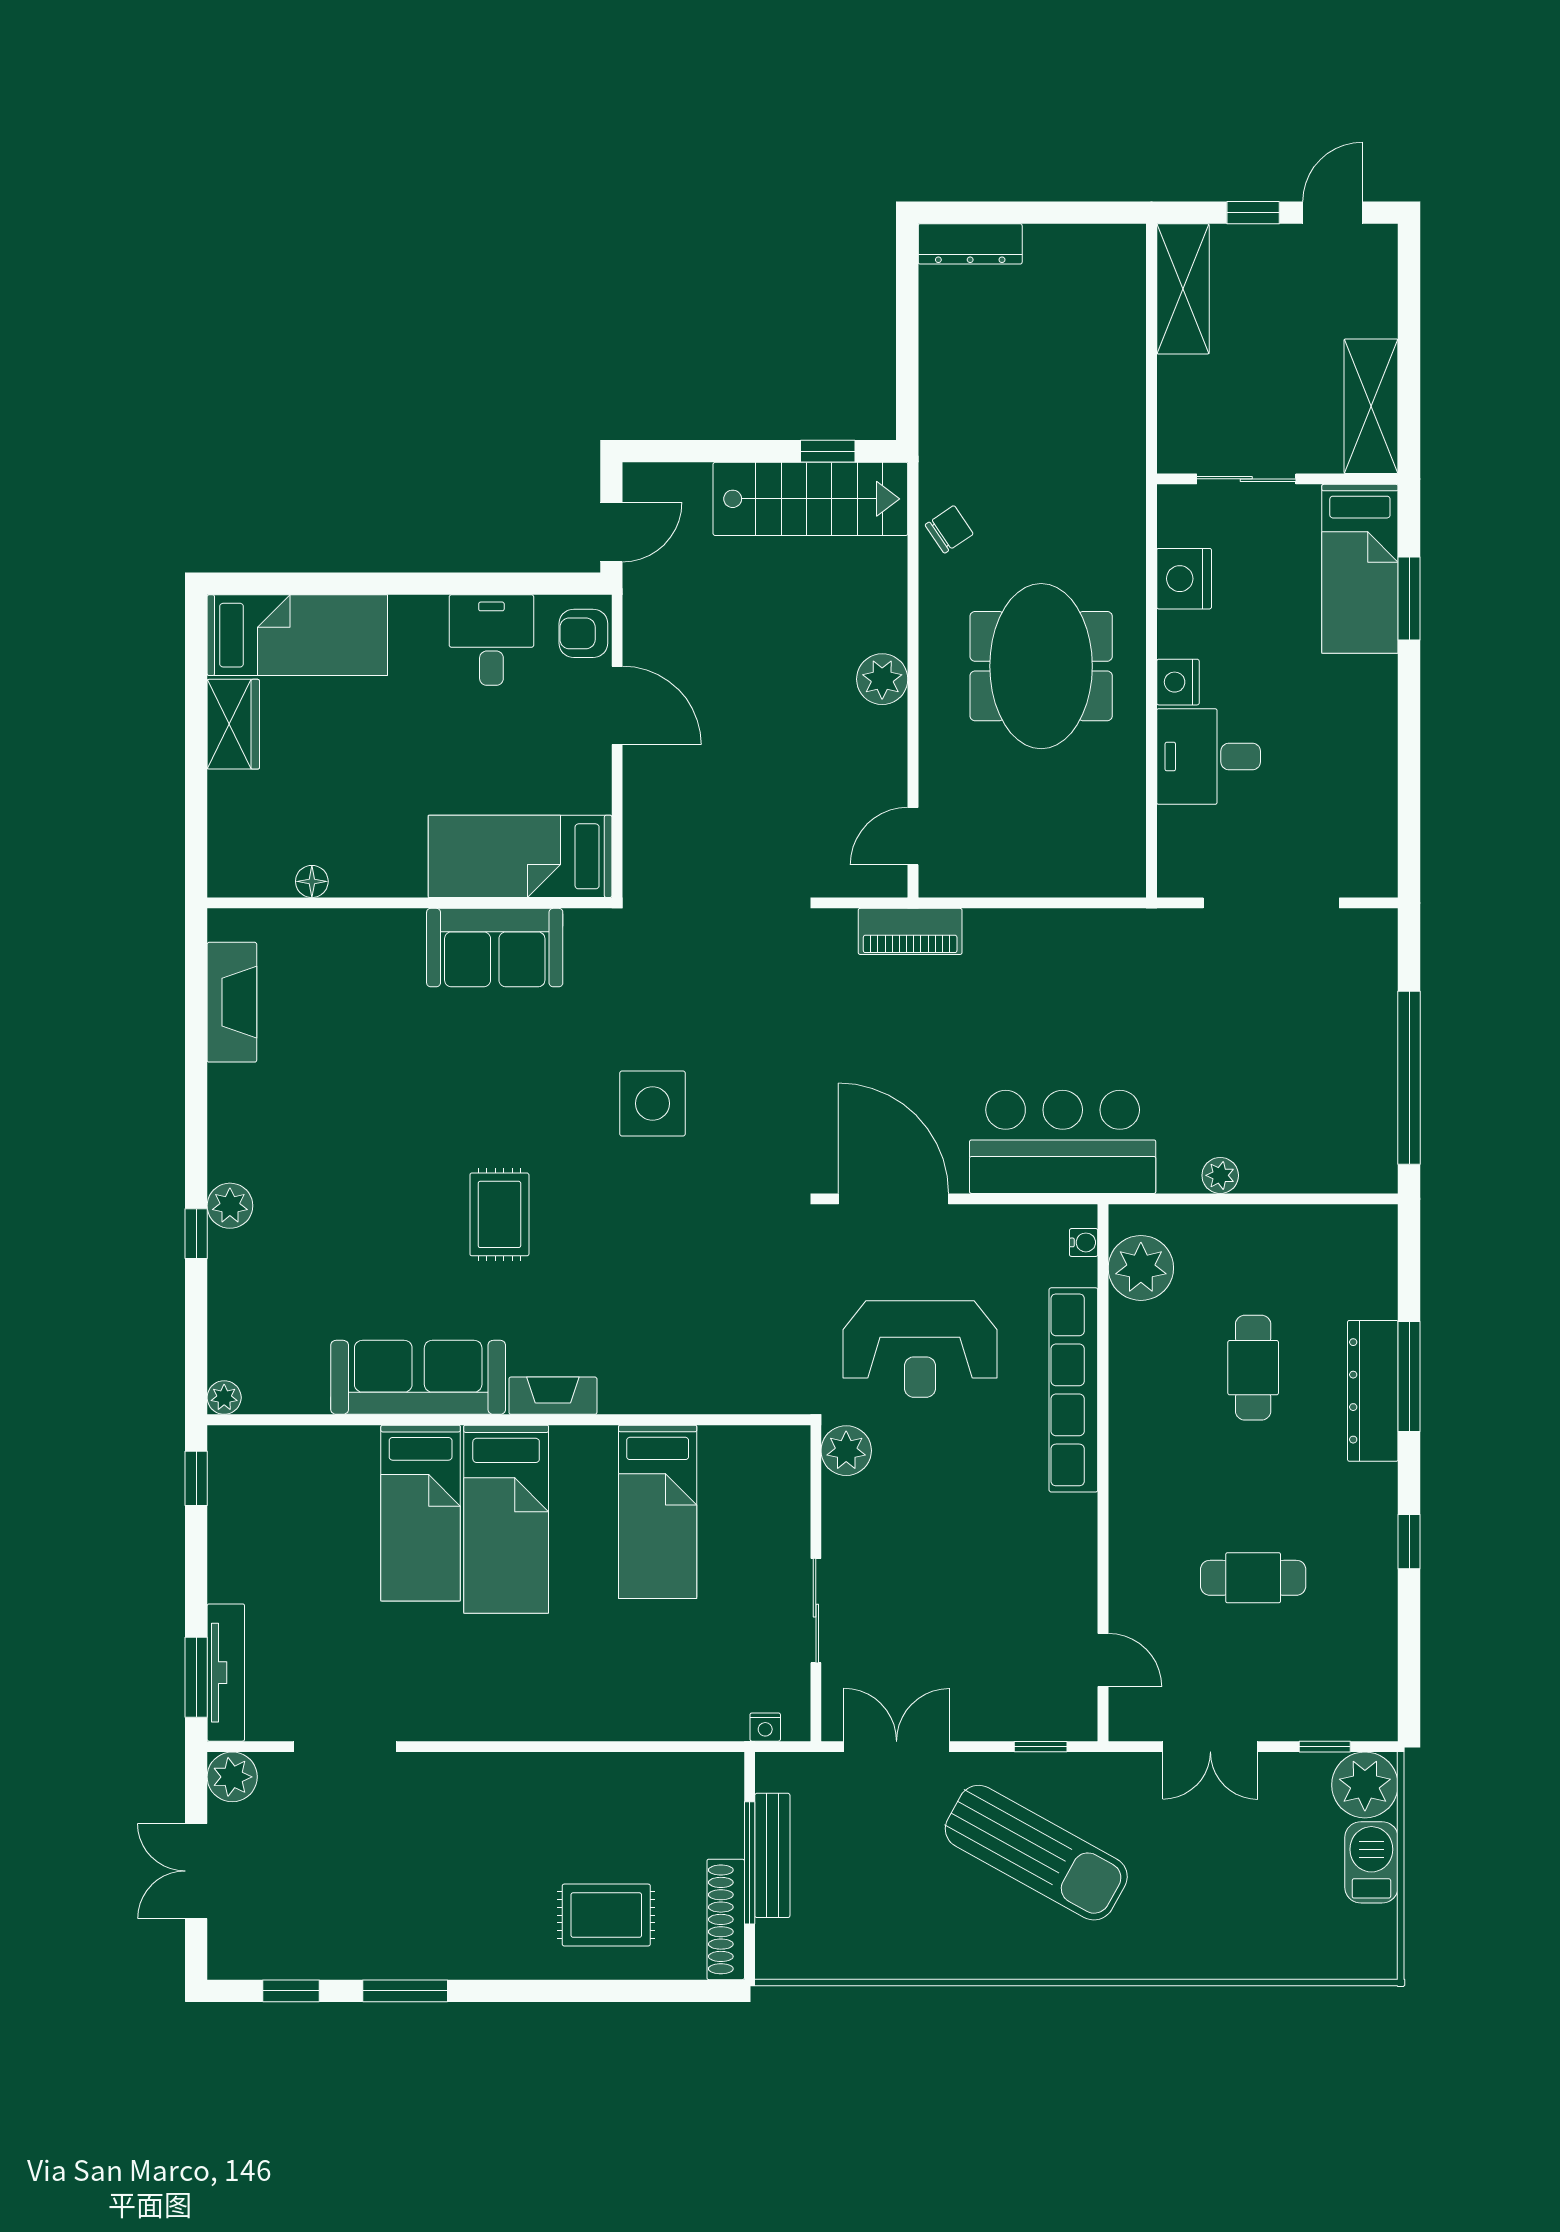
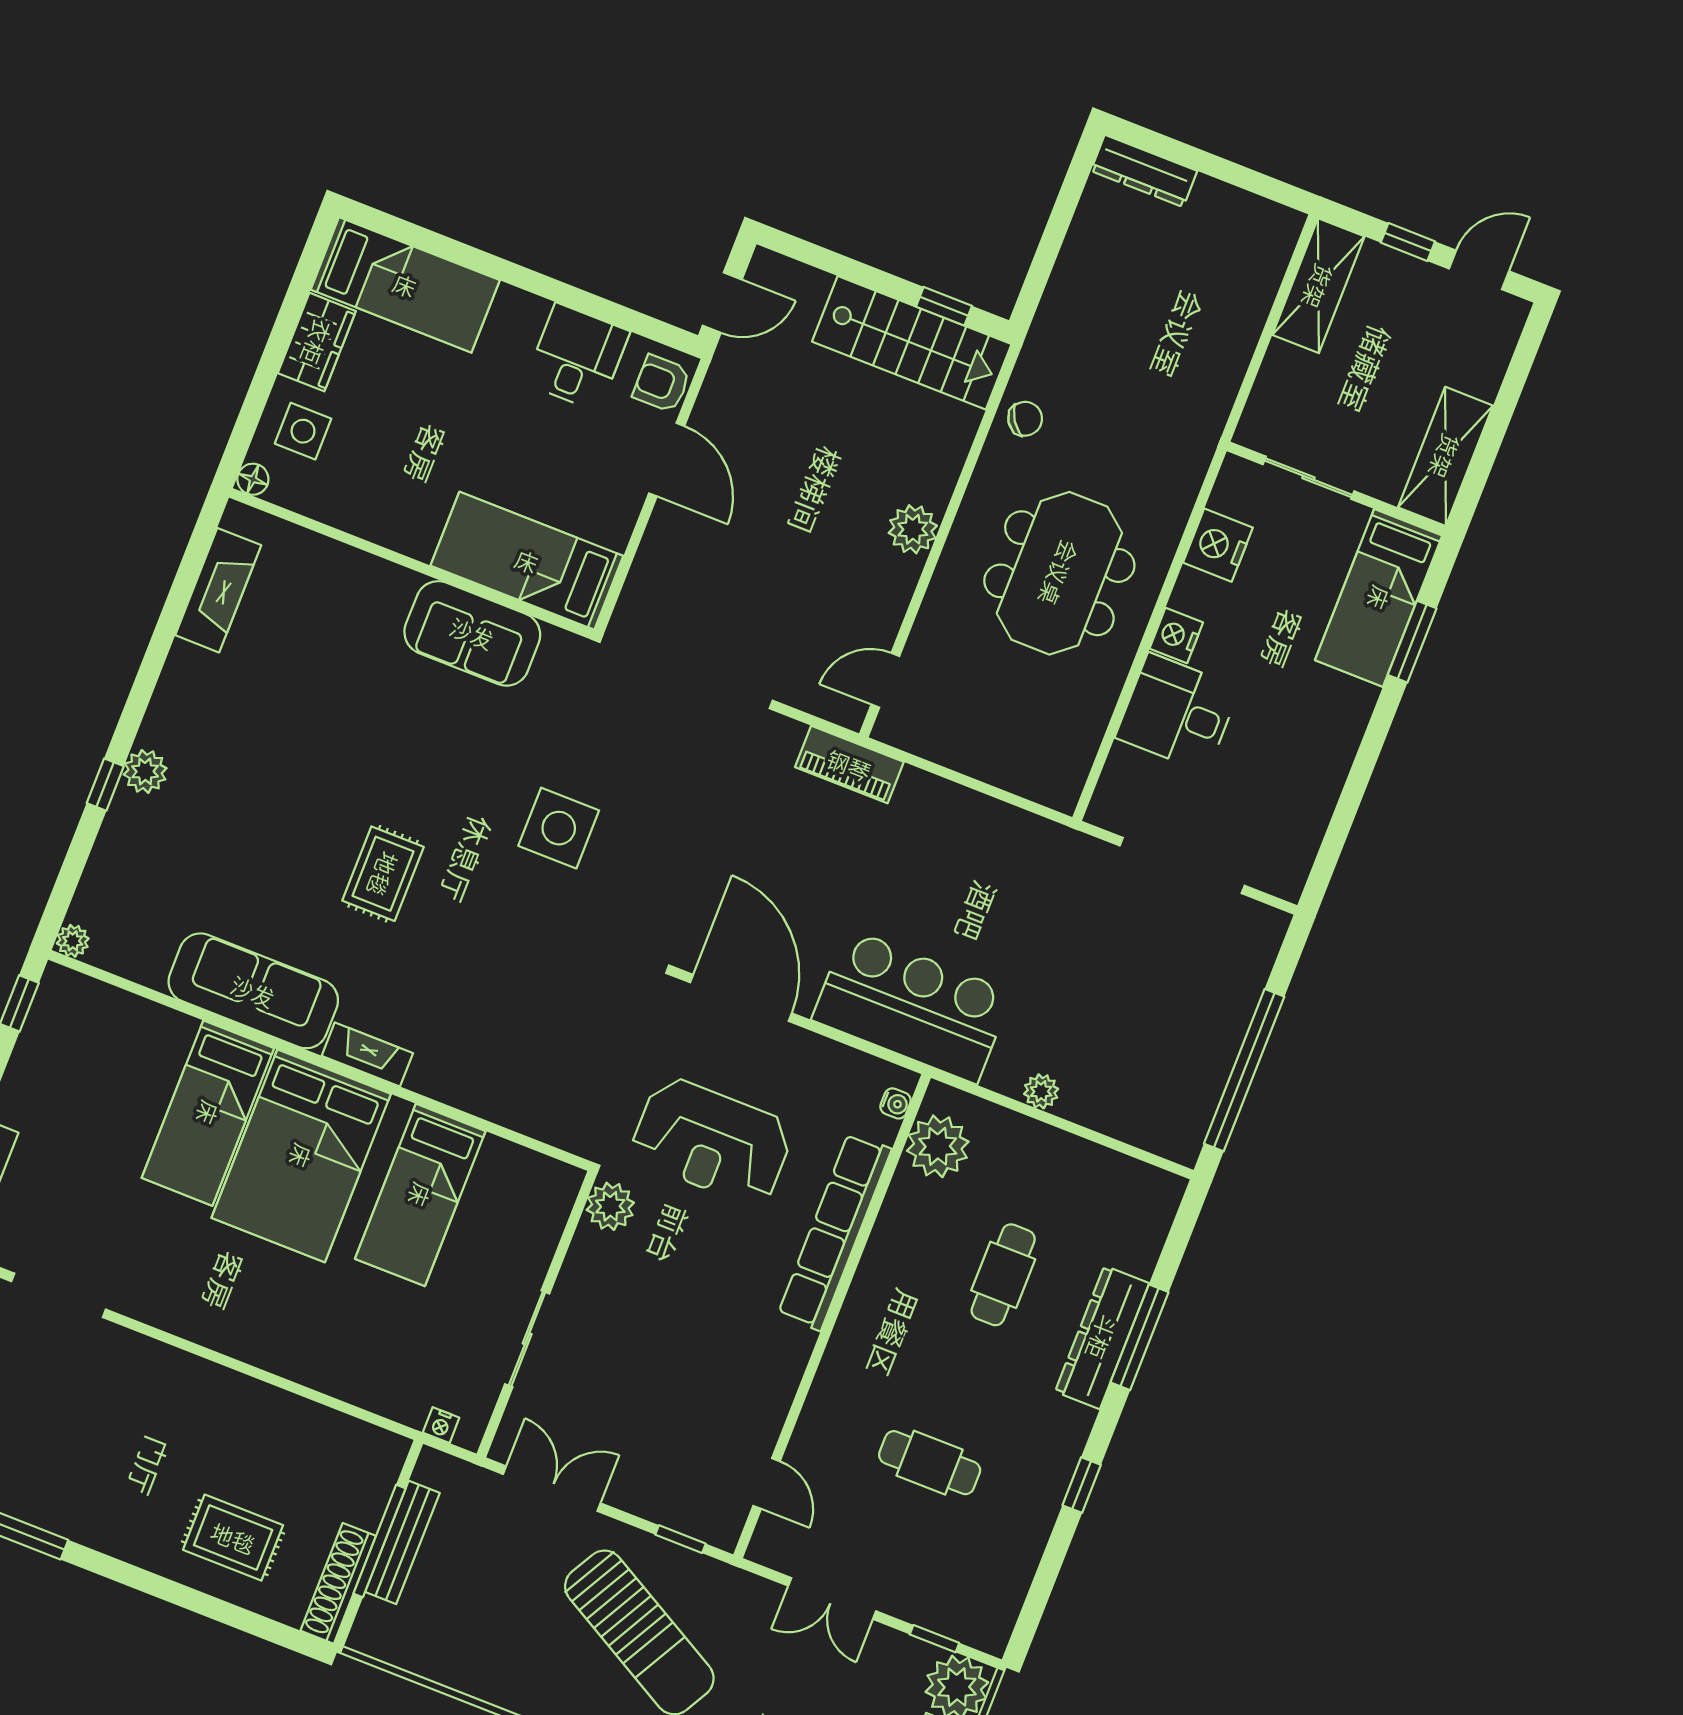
side table: (254, 816) -> (303, 431), added
floor lamp: (312, 881) -> (253, 479), moved
bed: (506, 1519) -> (301, 1156), width x1.50

